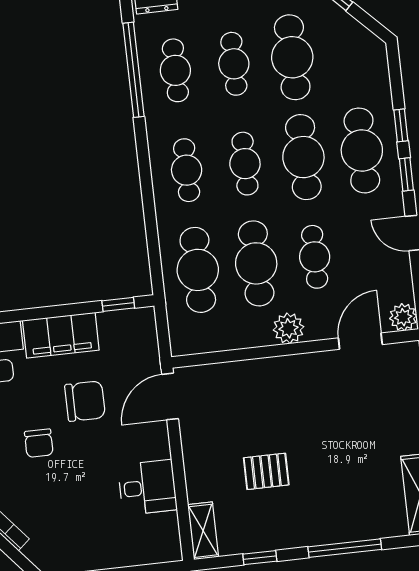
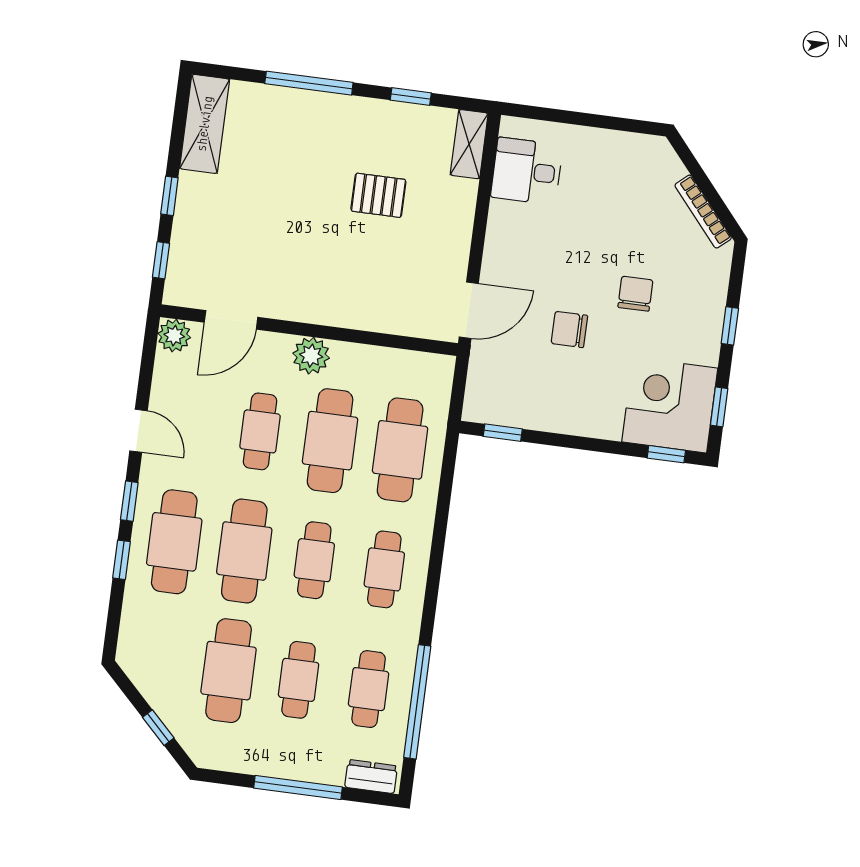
filing cabinet: (61, 335) -> (579, 413), removed
chair: (85, 401) -> (569, 329), width x0.73, depth x0.73
desk: (147, 487) -> (527, 171), moved

